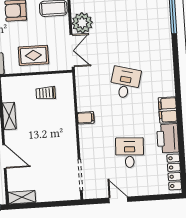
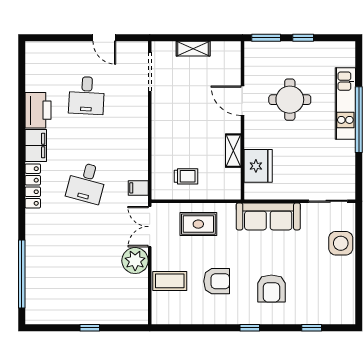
filing cabinet: (86, 118) -> (138, 188), moved
locker: (174, 172) -> (33, 186), moved
shelving: (22, 197) -> (193, 49), moved

